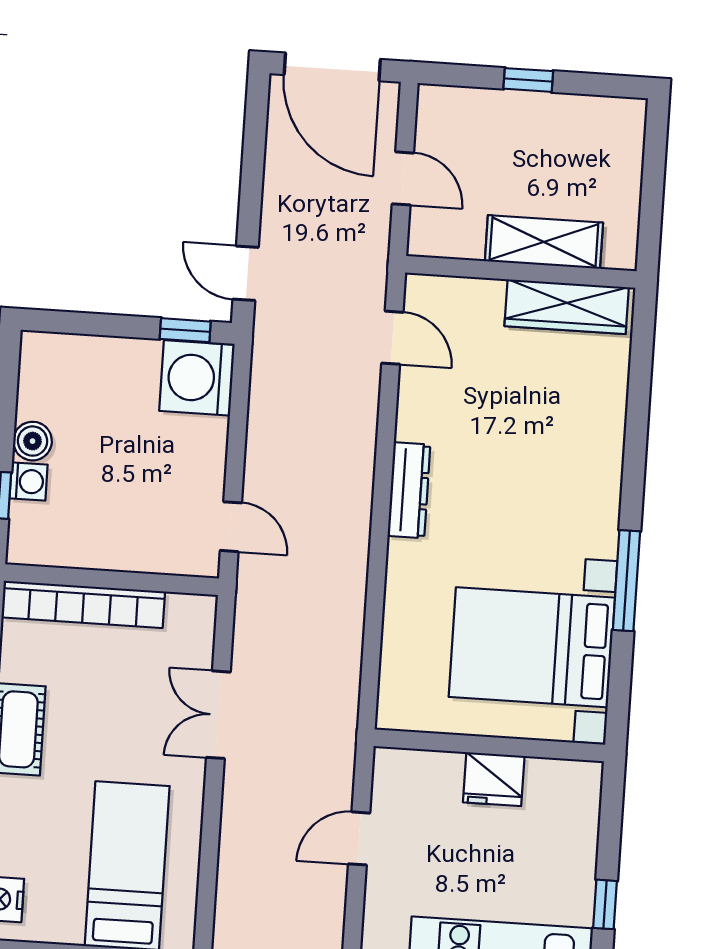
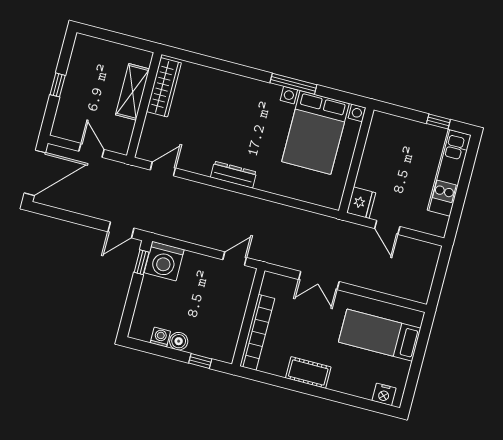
door: (403, 178) -> (92, 150), hinge flipped
washing machine: (29, 481) -> (160, 337), moved
fridge: (494, 779) -> (361, 203), moved

